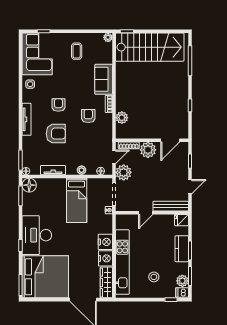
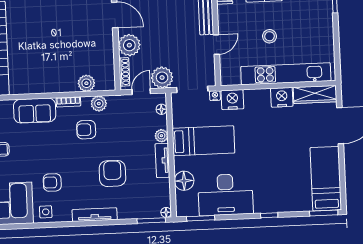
armchair: (58, 105) -> (52, 182), moved
plant: (107, 126) -> (99, 104), added
door: (114, 157) -> (141, 92), hinge flipped
tv unit: (53, 170) -> (162, 160), moved
floor lamp: (29, 185) -> (184, 181), moved
door: (146, 213) -> (216, 45), hinge flipped
desk: (37, 235) -> (226, 195), moved
nightstand: (105, 242) -> (232, 100), moved
bed: (45, 277) -> (326, 179), width x0.49
stool: (154, 277) -> (270, 36), moved

